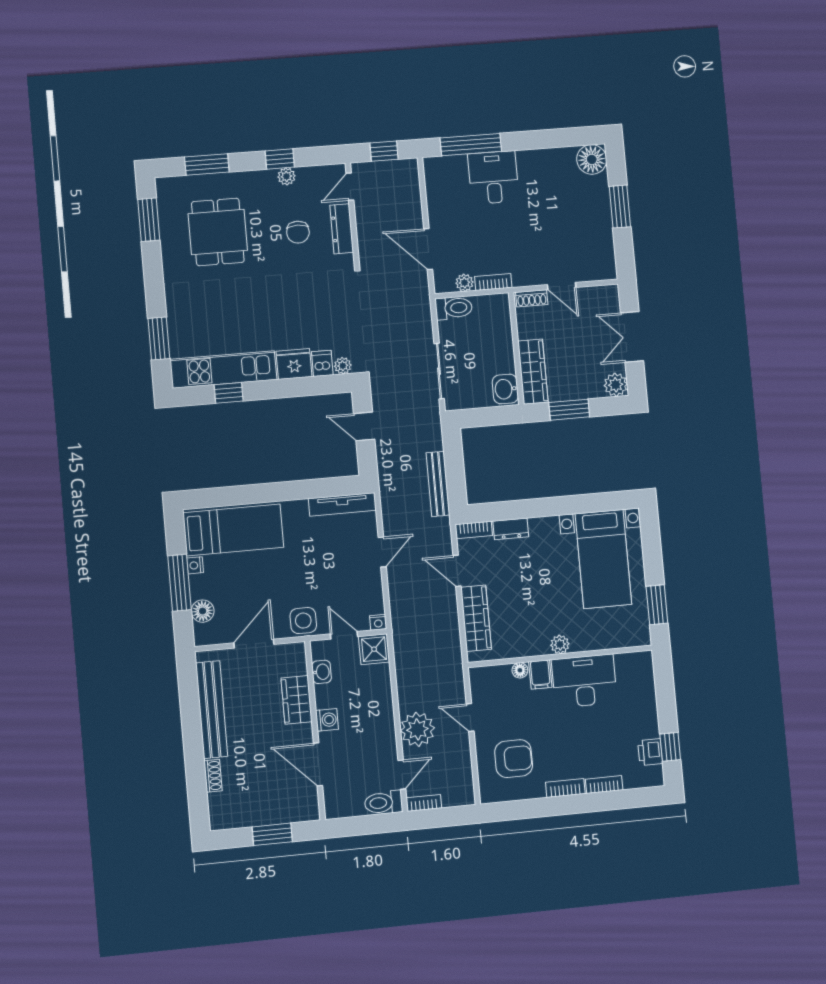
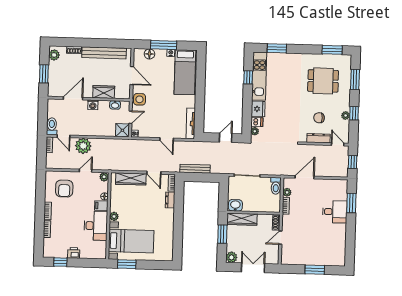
window: (471, 145) -> (351, 203), width x0.69
floor lamp: (592, 159) -> (338, 259), removed
bed with nightstands: (603, 559) -> (131, 241), moved, turned 180
door: (457, 571) -> (154, 173), swing flipped
plant: (478, 676) -> (104, 177), added
printer: (650, 752) -> (74, 253), moved
plant: (229, 817) -> (54, 55), added

